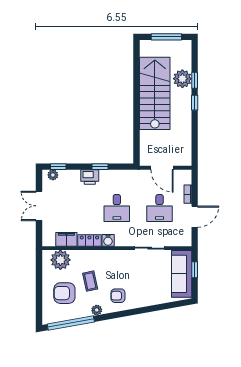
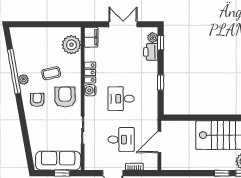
printer: (90, 177) -> (151, 52), moved
desk: (160, 208) -> (121, 140), turned 180
filing cabinet: (66, 239) -> (91, 37), moved
armchair: (64, 293) -> (65, 97), moved
window: (71, 323) -> (14, 71), moved

